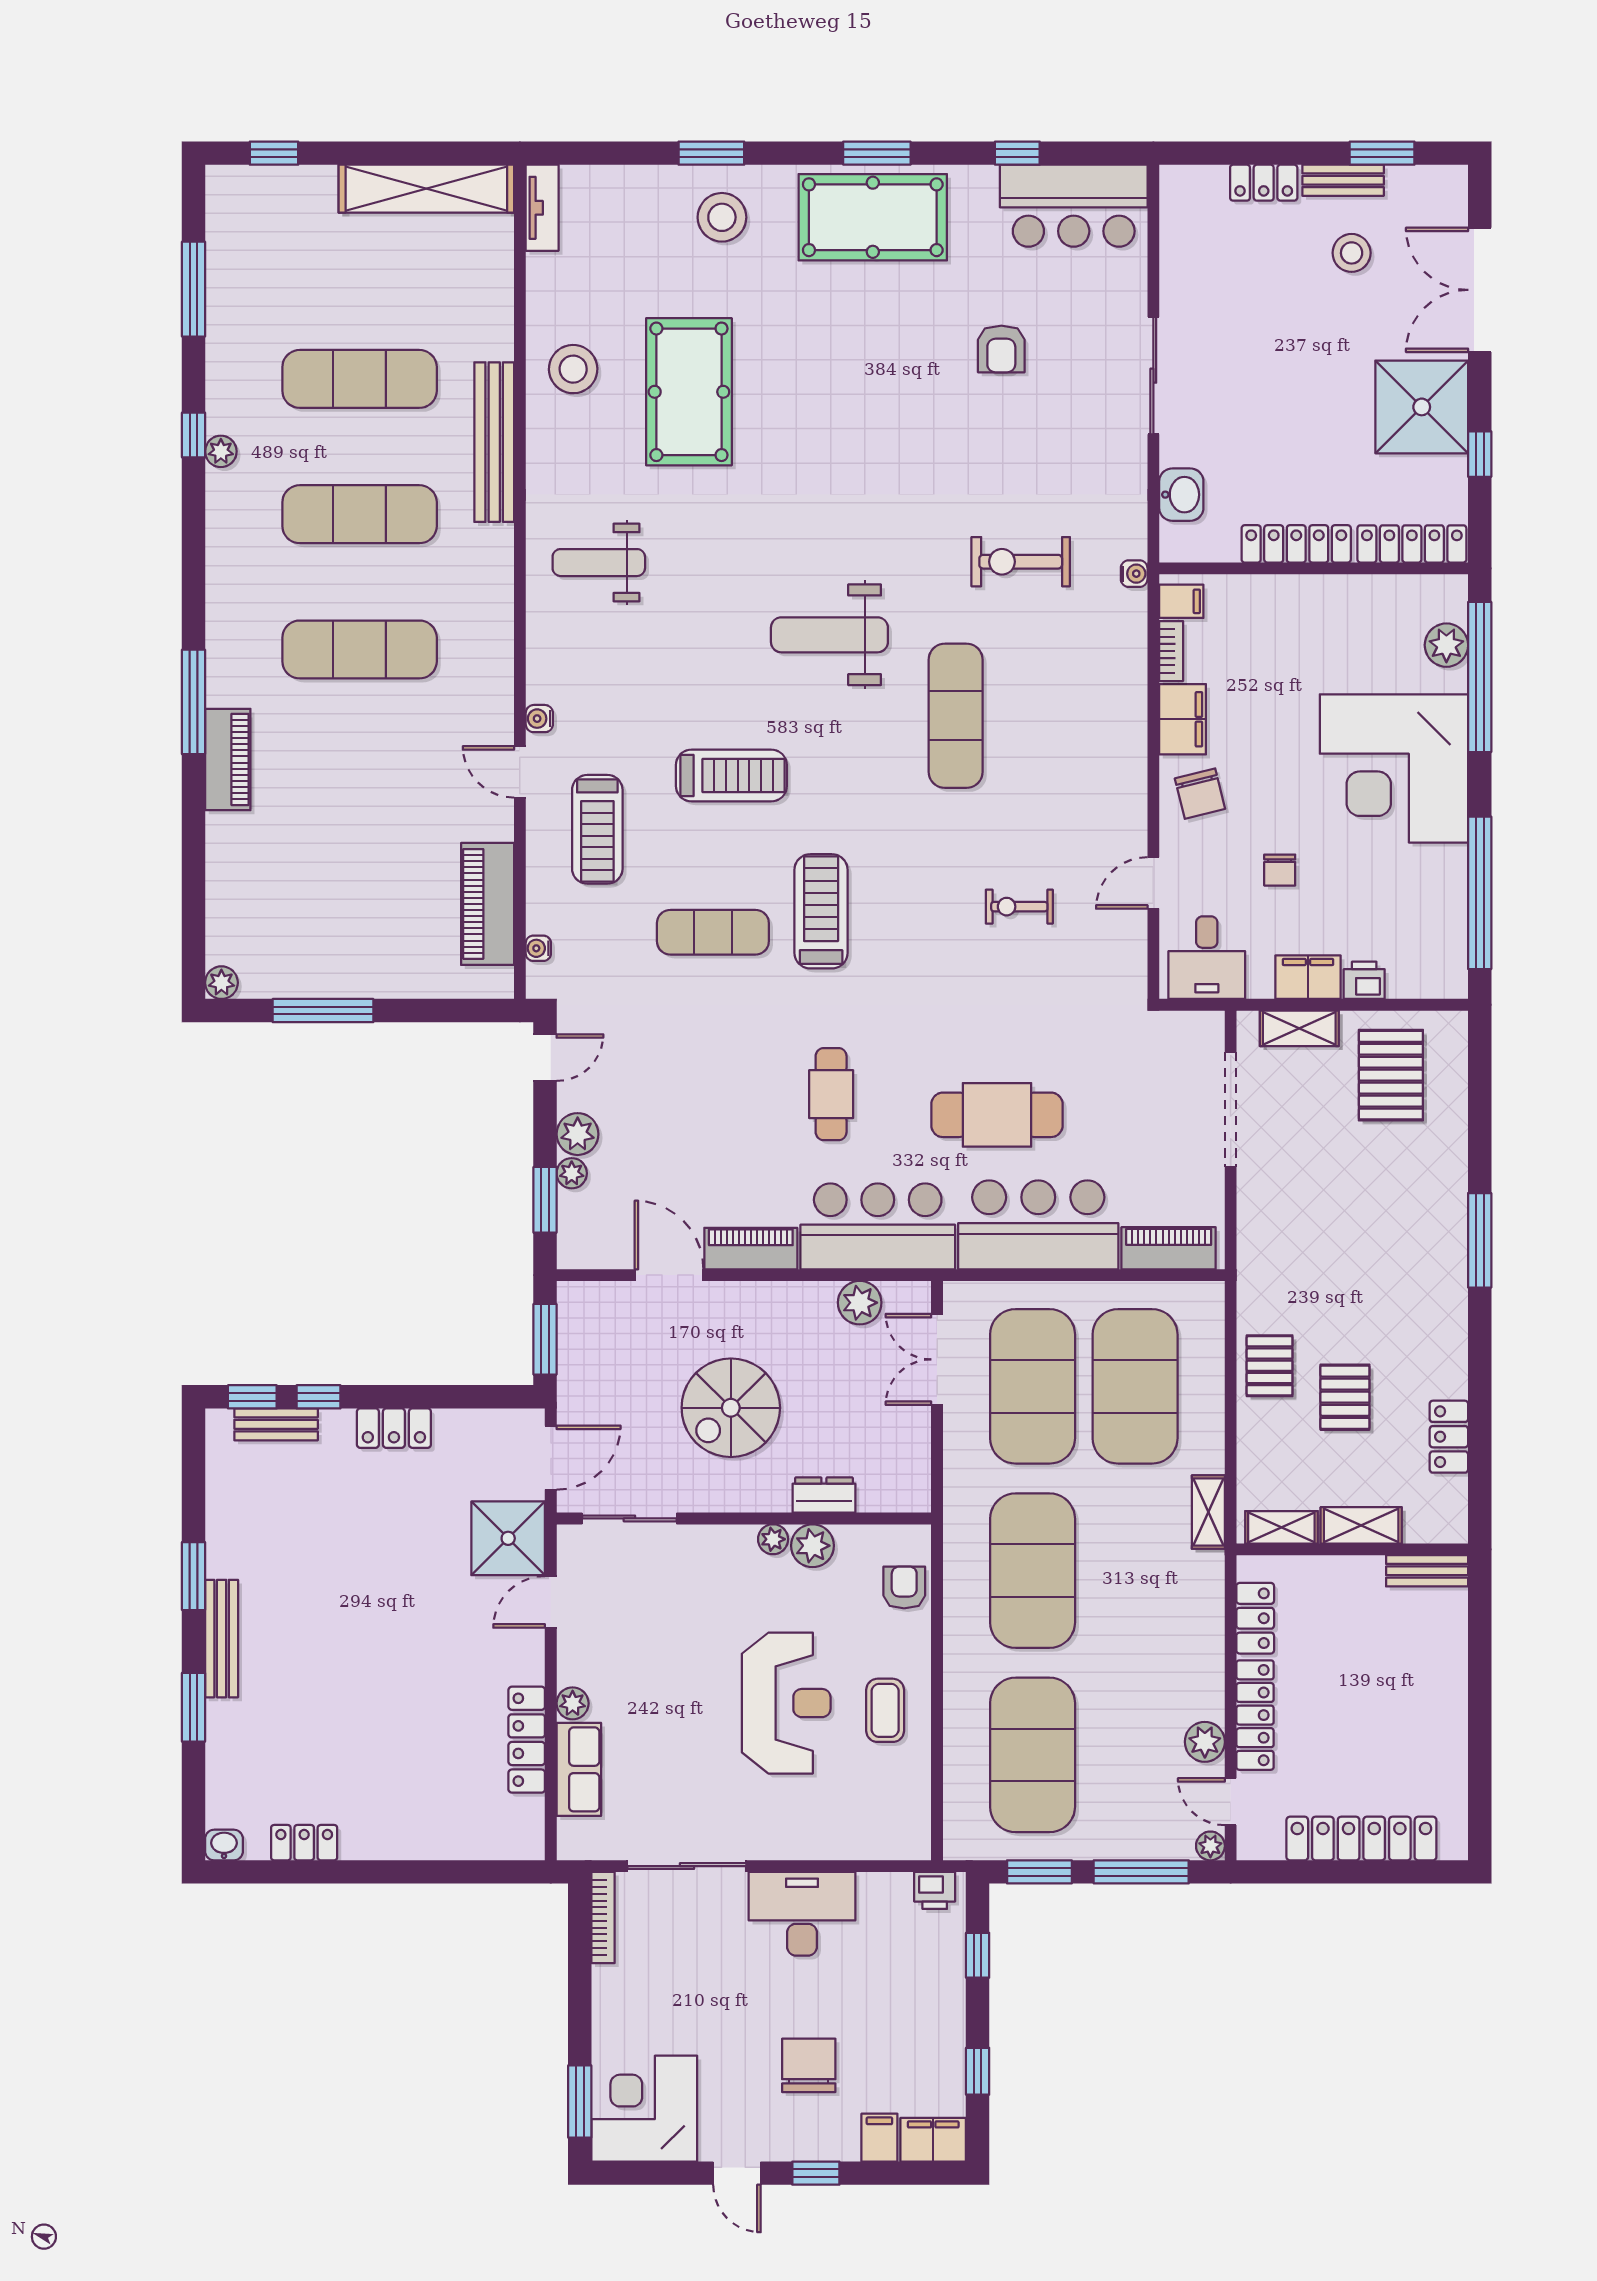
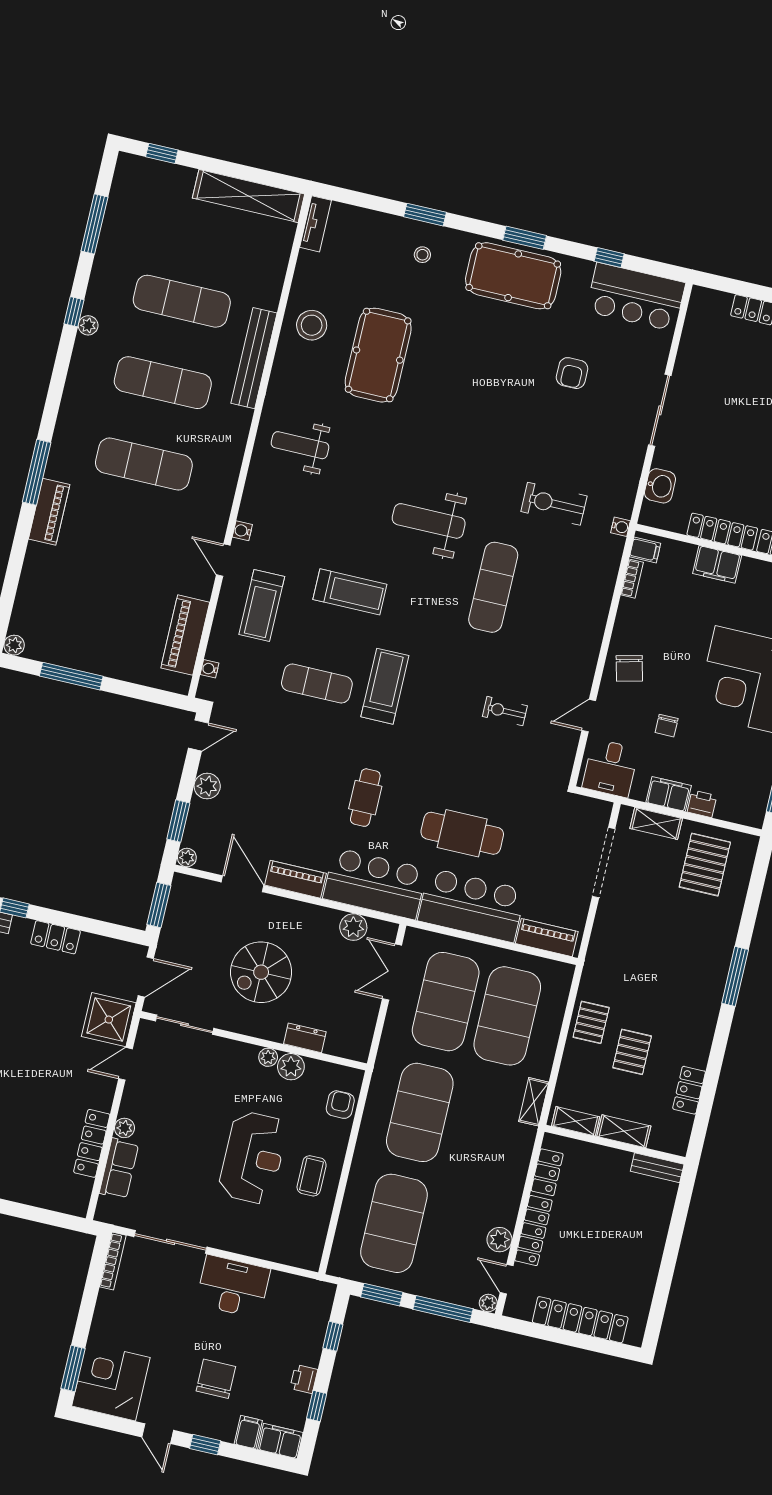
stool: (722, 217) -> (422, 255), width x0.53, depth x0.53
filing cabinet: (1183, 719) -> (717, 564), moved, turned 90
plant: (572, 1173) -> (187, 858), moved
printer: (935, 1890) -> (304, 1379), moved, turned 90

